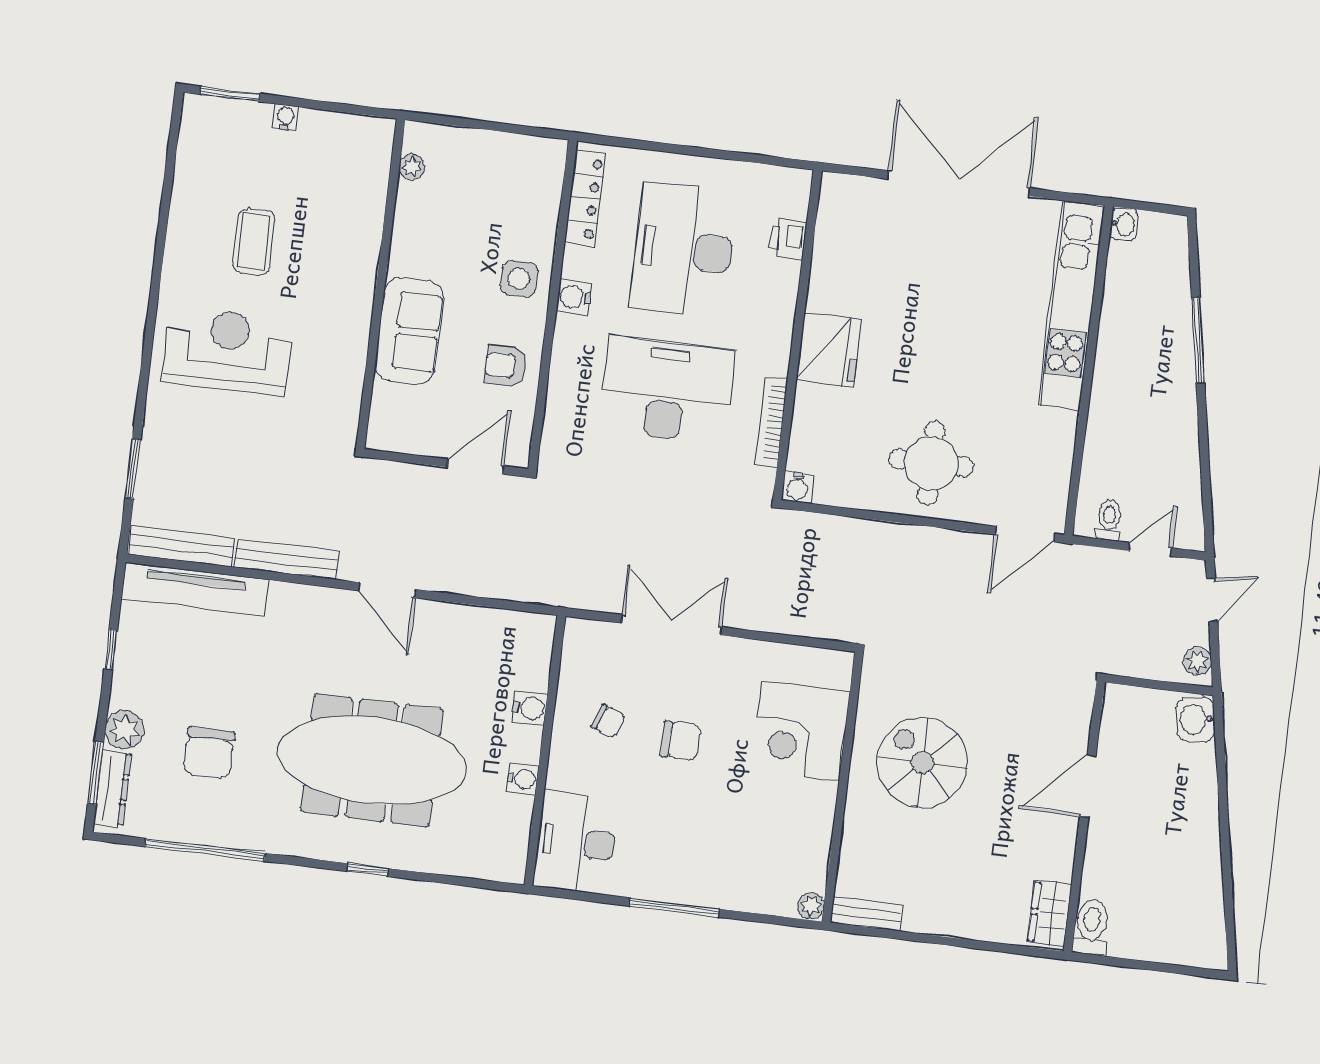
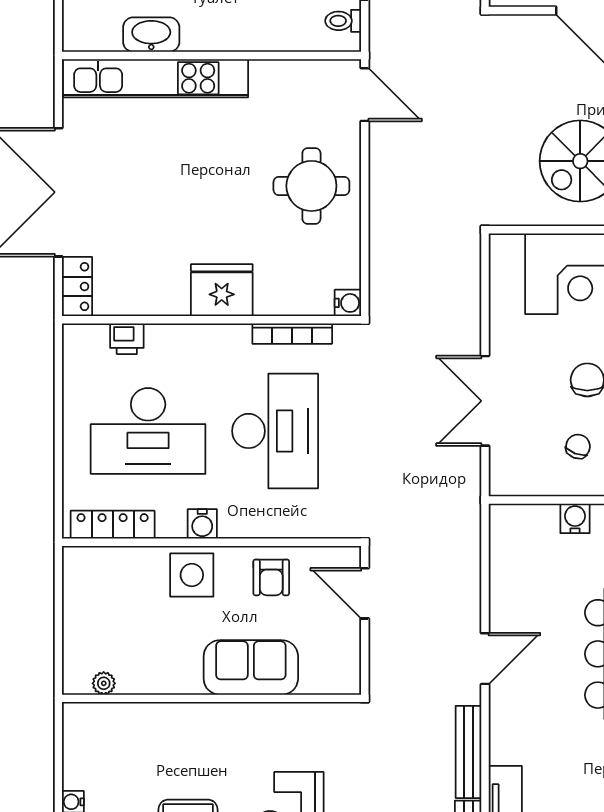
locker: (852, 191) -> (77, 287), added
washbasin: (1124, 224) -> (151, 35), moved, width x1.91, depth x1.45
side table: (519, 279) -> (192, 575), width x1.37, depth x1.37
desk: (666, 390) -> (275, 431), turned 180

